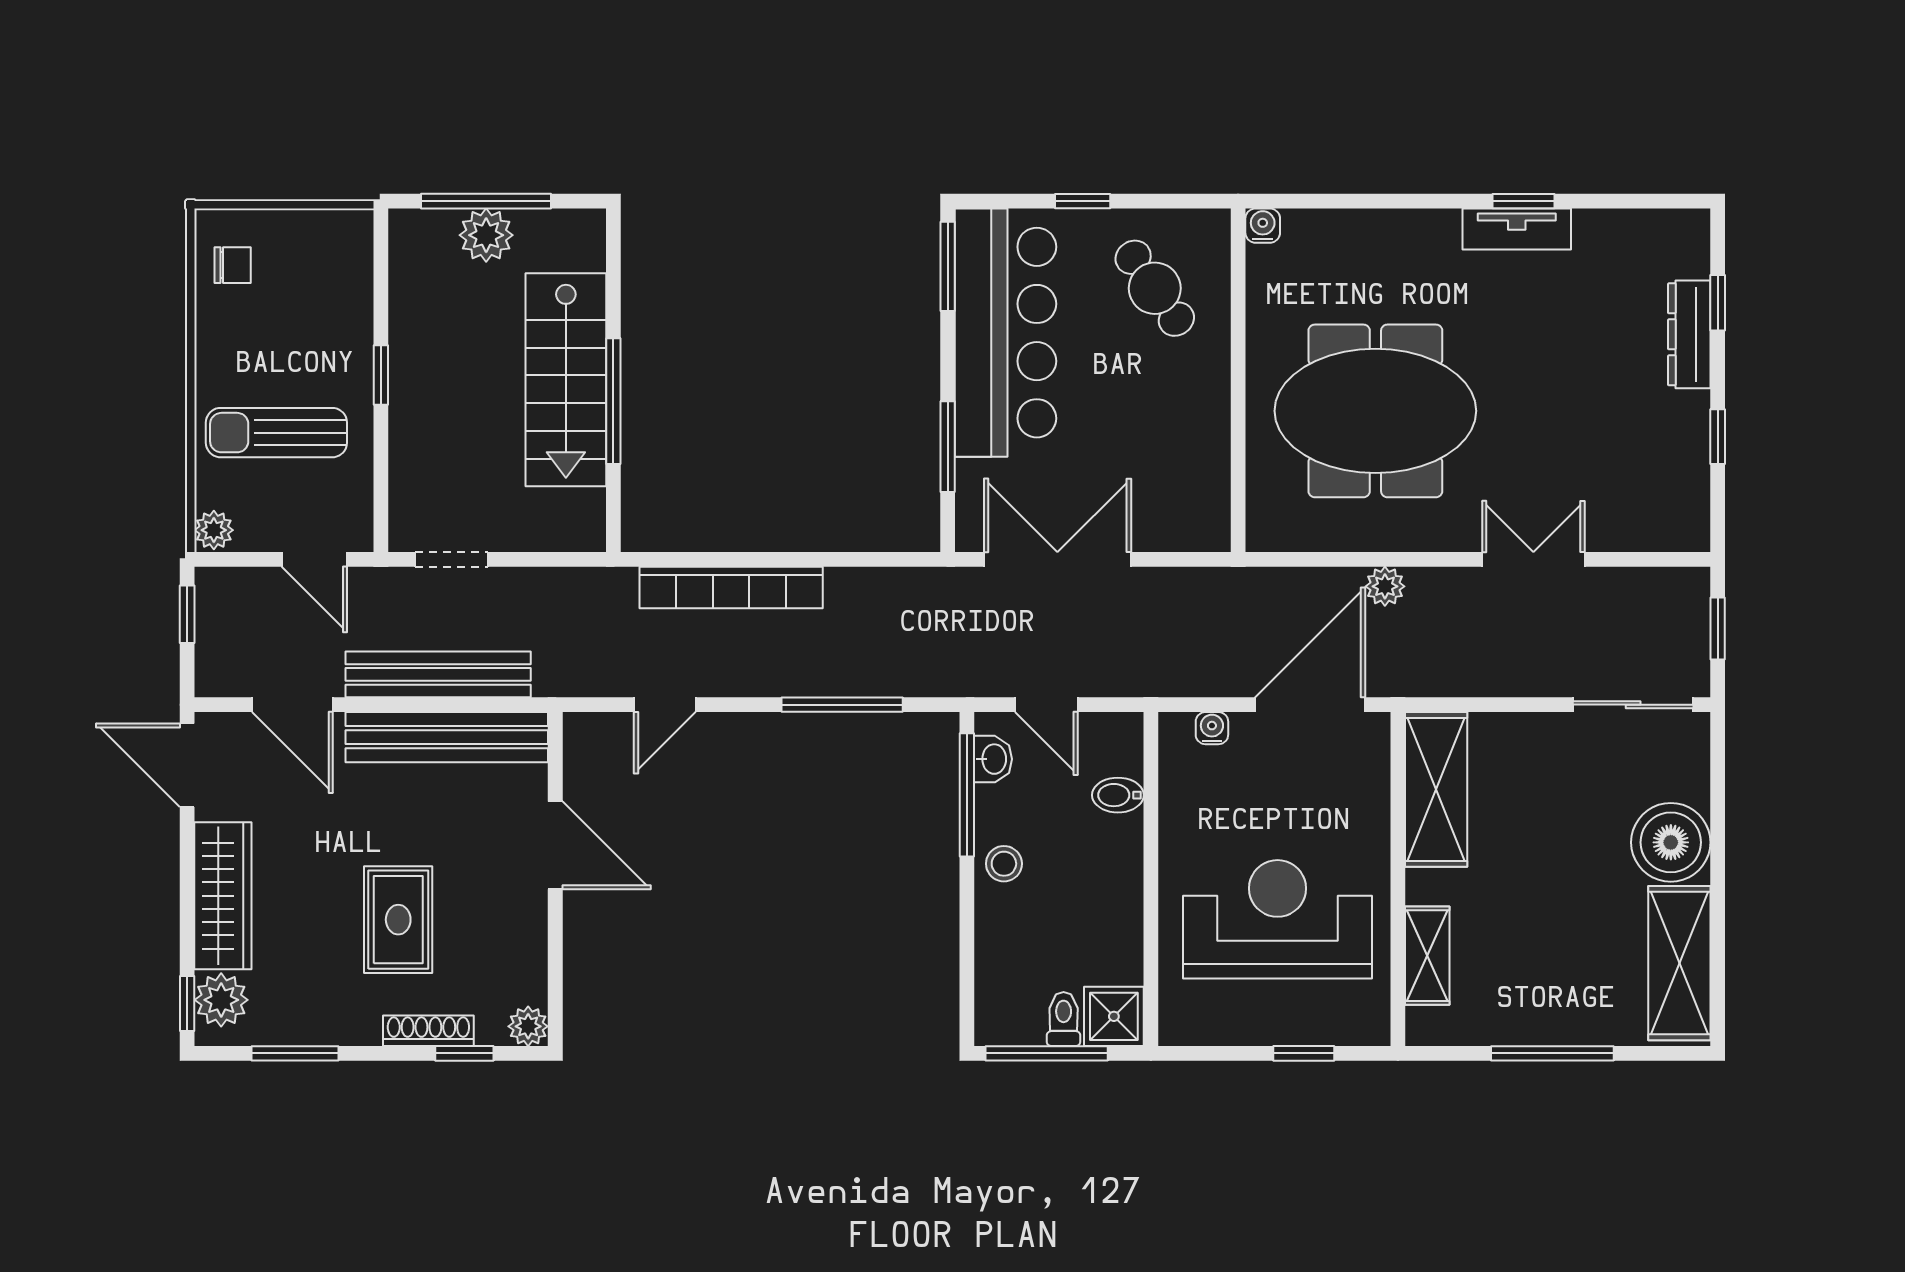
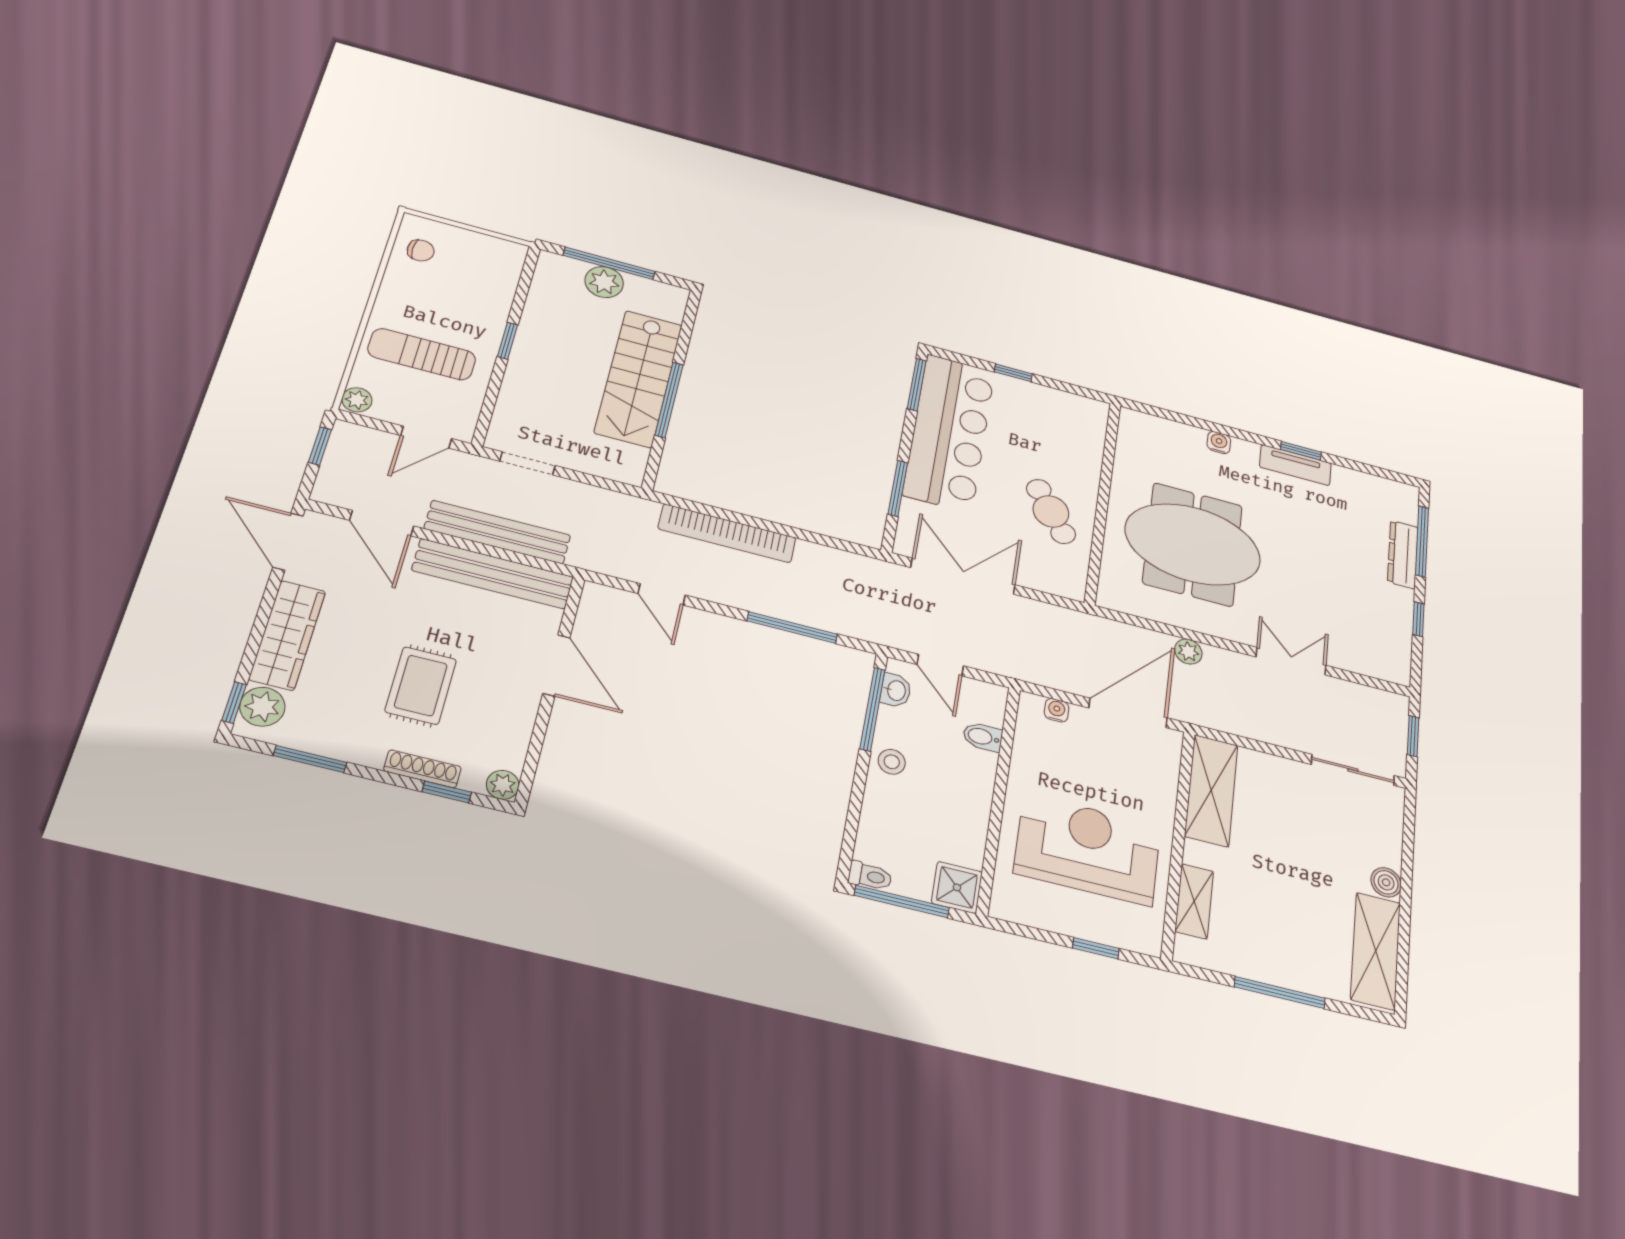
water cooler: (1263, 226) -> (1219, 442), moved
cafe table: (1155, 288) -> (1051, 511), moved
window: (1718, 303) -> (1422, 541), width x2.17
door: (314, 559) -> (426, 437), hinge flipped
door: (665, 705) -> (662, 594), hinge flipped
boiler: (1671, 842) -> (1386, 882), width x0.54, depth x0.54
toilet: (1064, 1019) -> (870, 876), moved, turned 90

